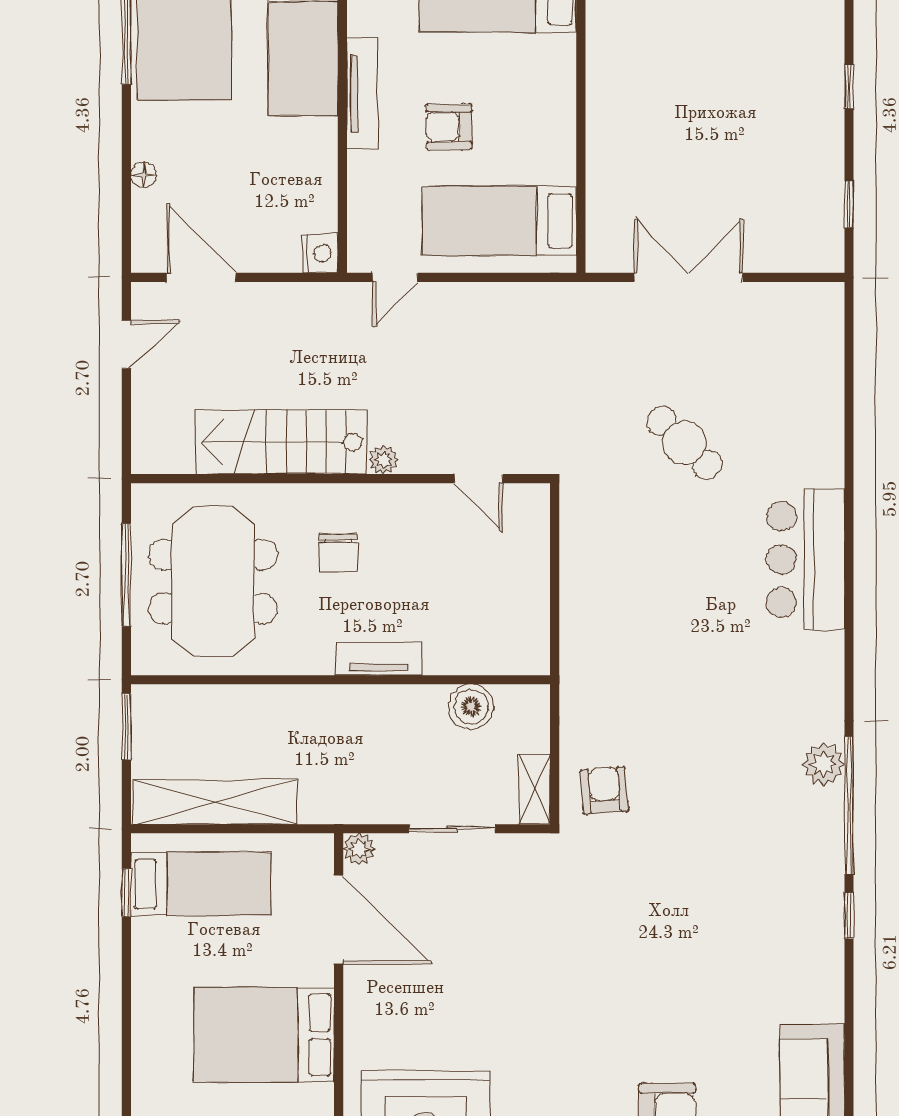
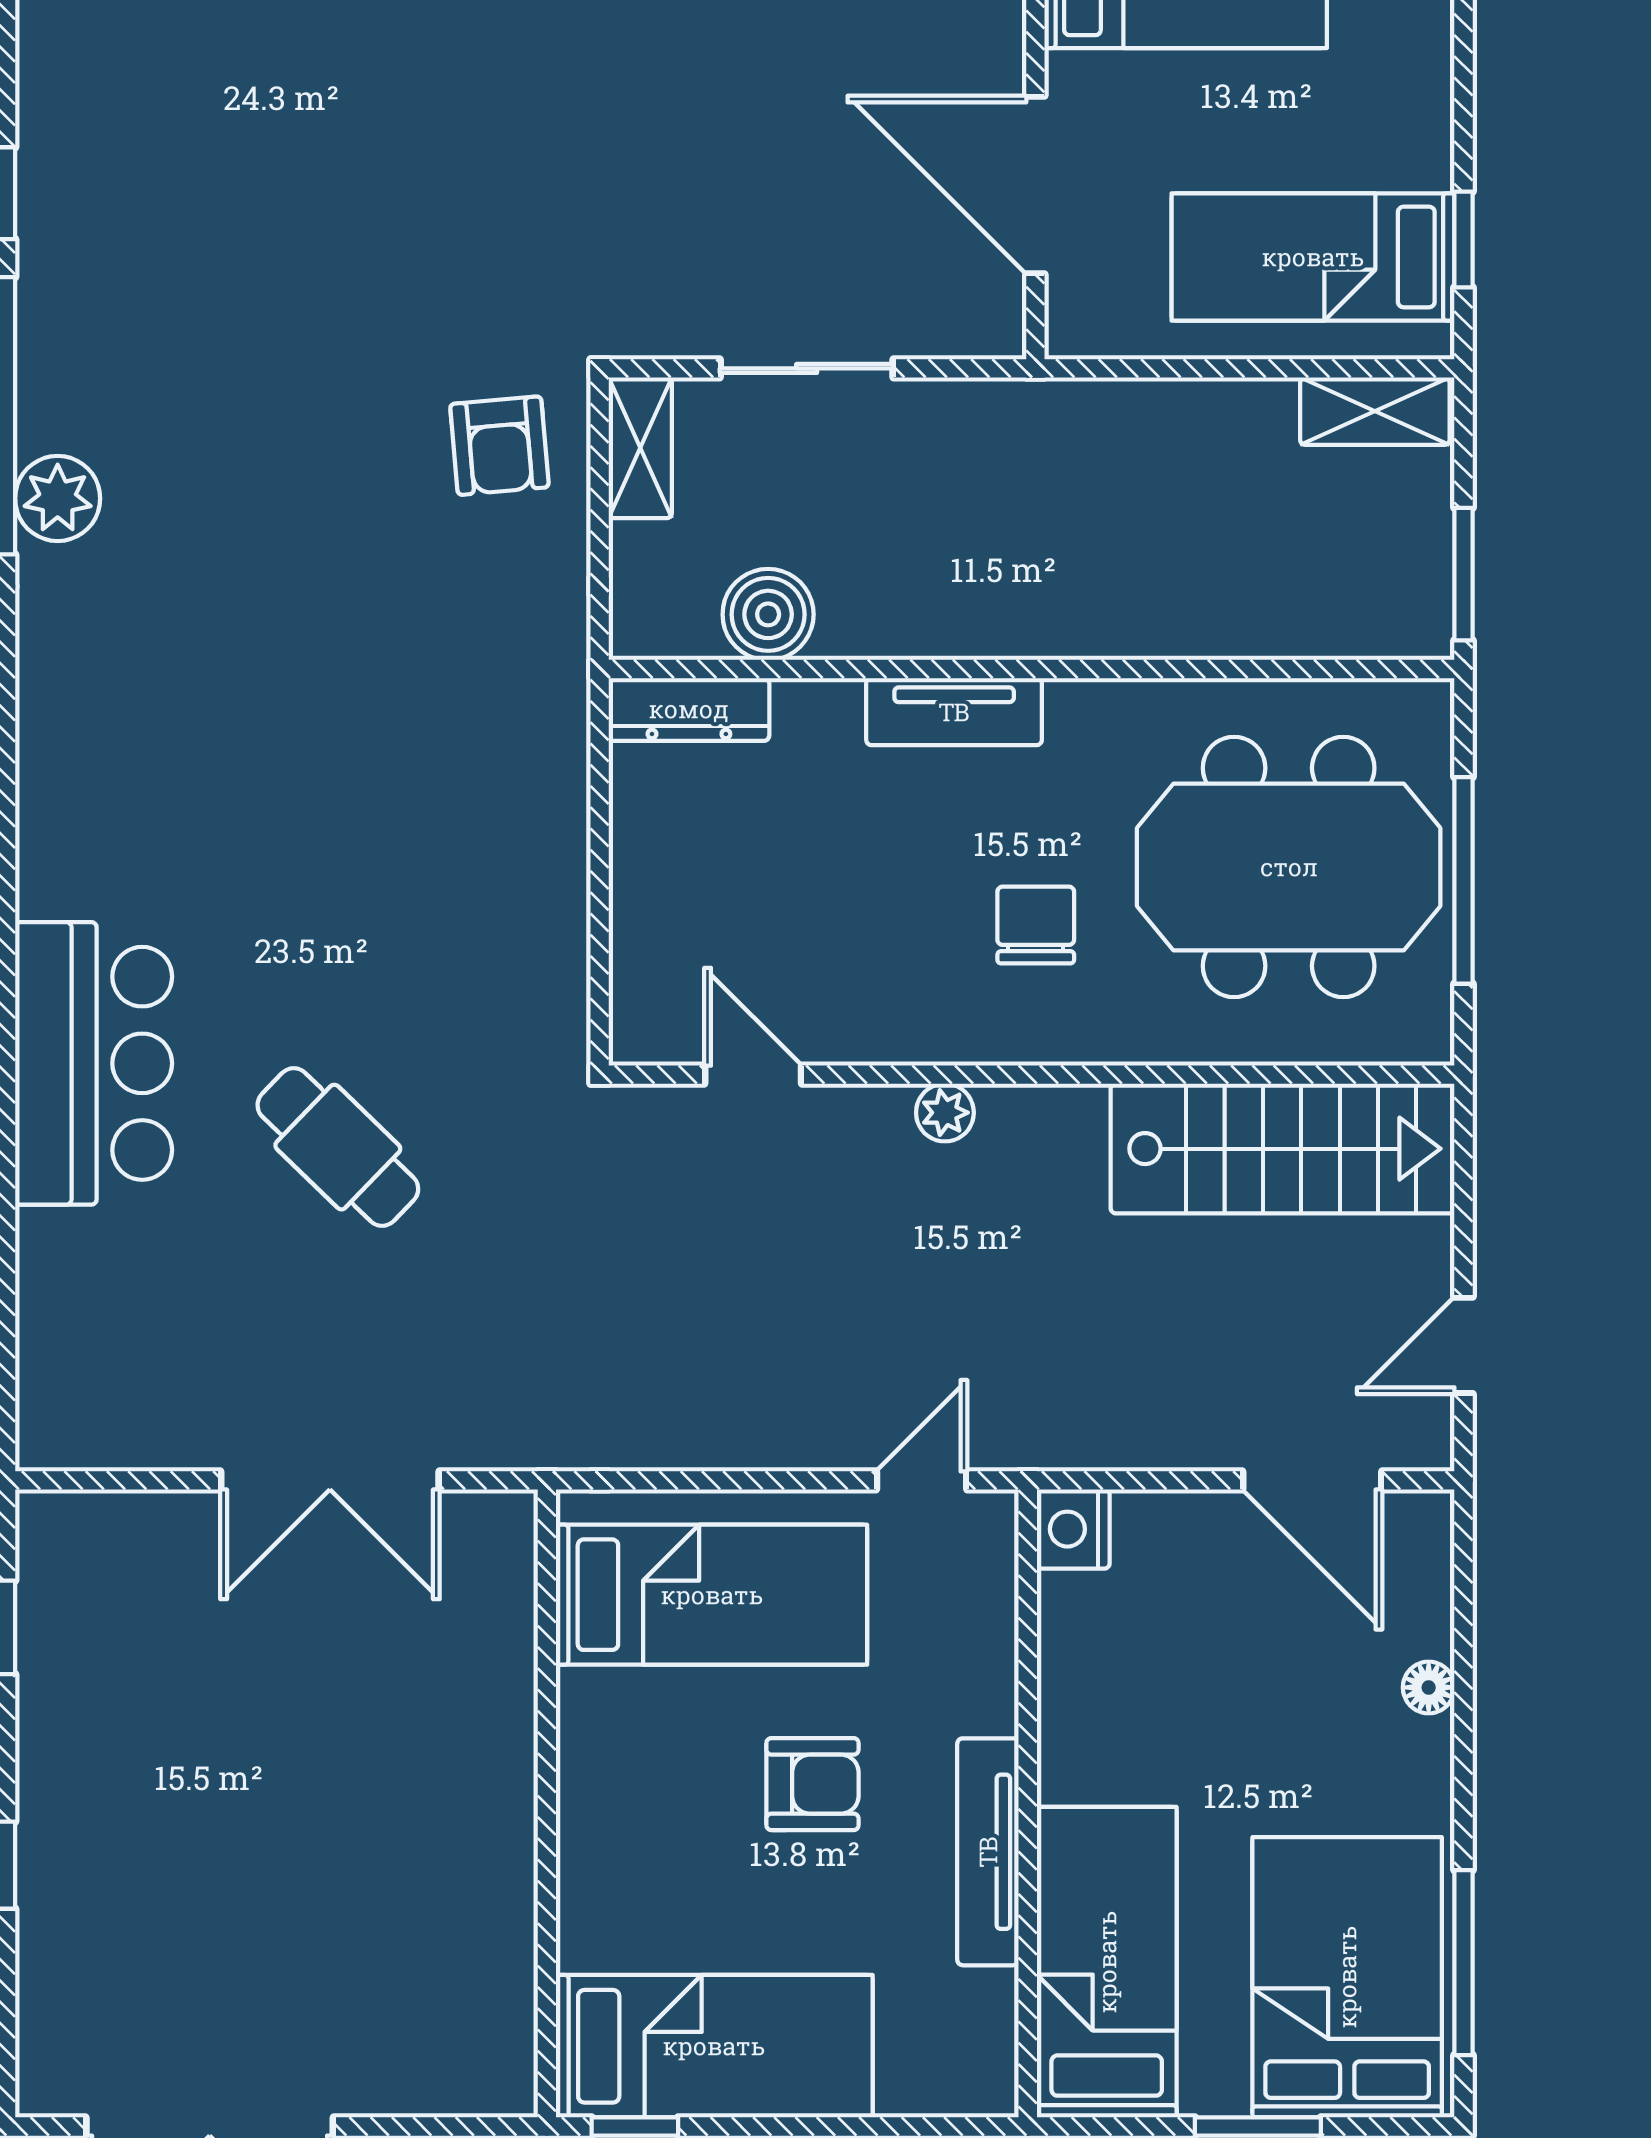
stairs: (281, 442) -> (1283, 1149), moved
bar counter: (806, 559) -> (94, 1063), moved
meeting table: (213, 582) -> (1289, 867), turned 90
dresser: (510, 660) -> (689, 709), added
shelving: (215, 802) -> (1375, 411), width x0.45, depth x0.75
plant: (359, 849) -> (994, 328), removed

